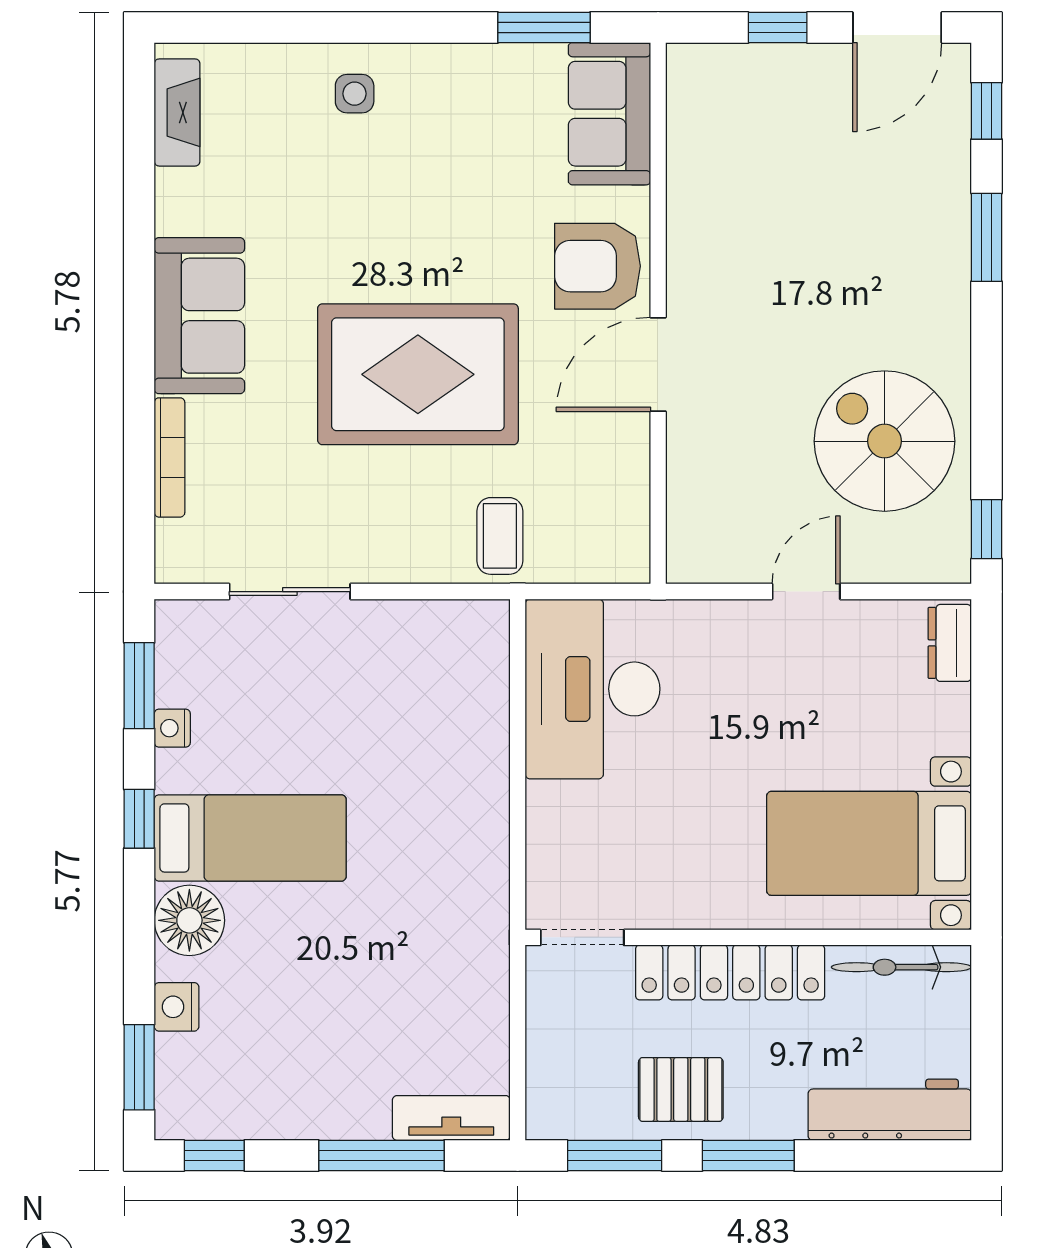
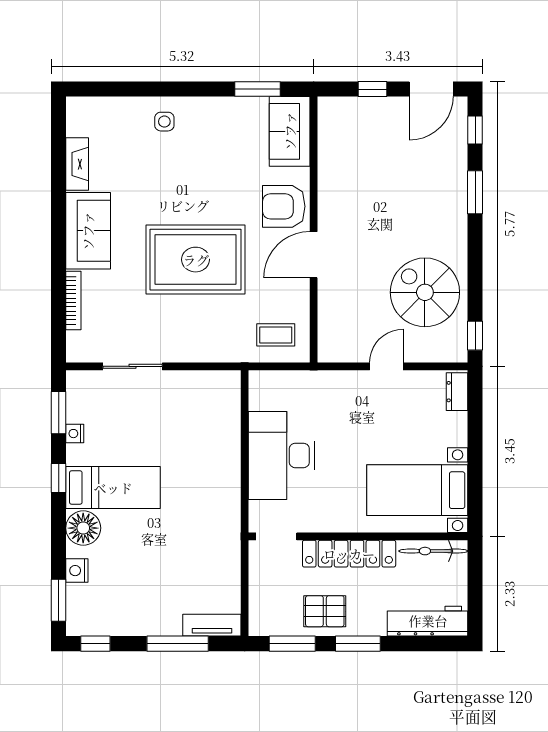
fireplace: (177, 112) -> (77, 164), moved
coffee table: (500, 536) -> (276, 335), moved, turned 90
desk: (593, 689) -> (281, 455), moved

